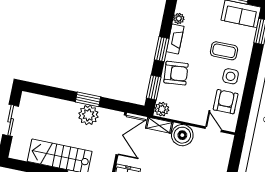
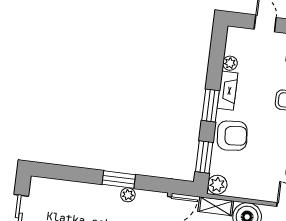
plant: (88, 115) -> (128, 195), width x0.53, depth x0.53

